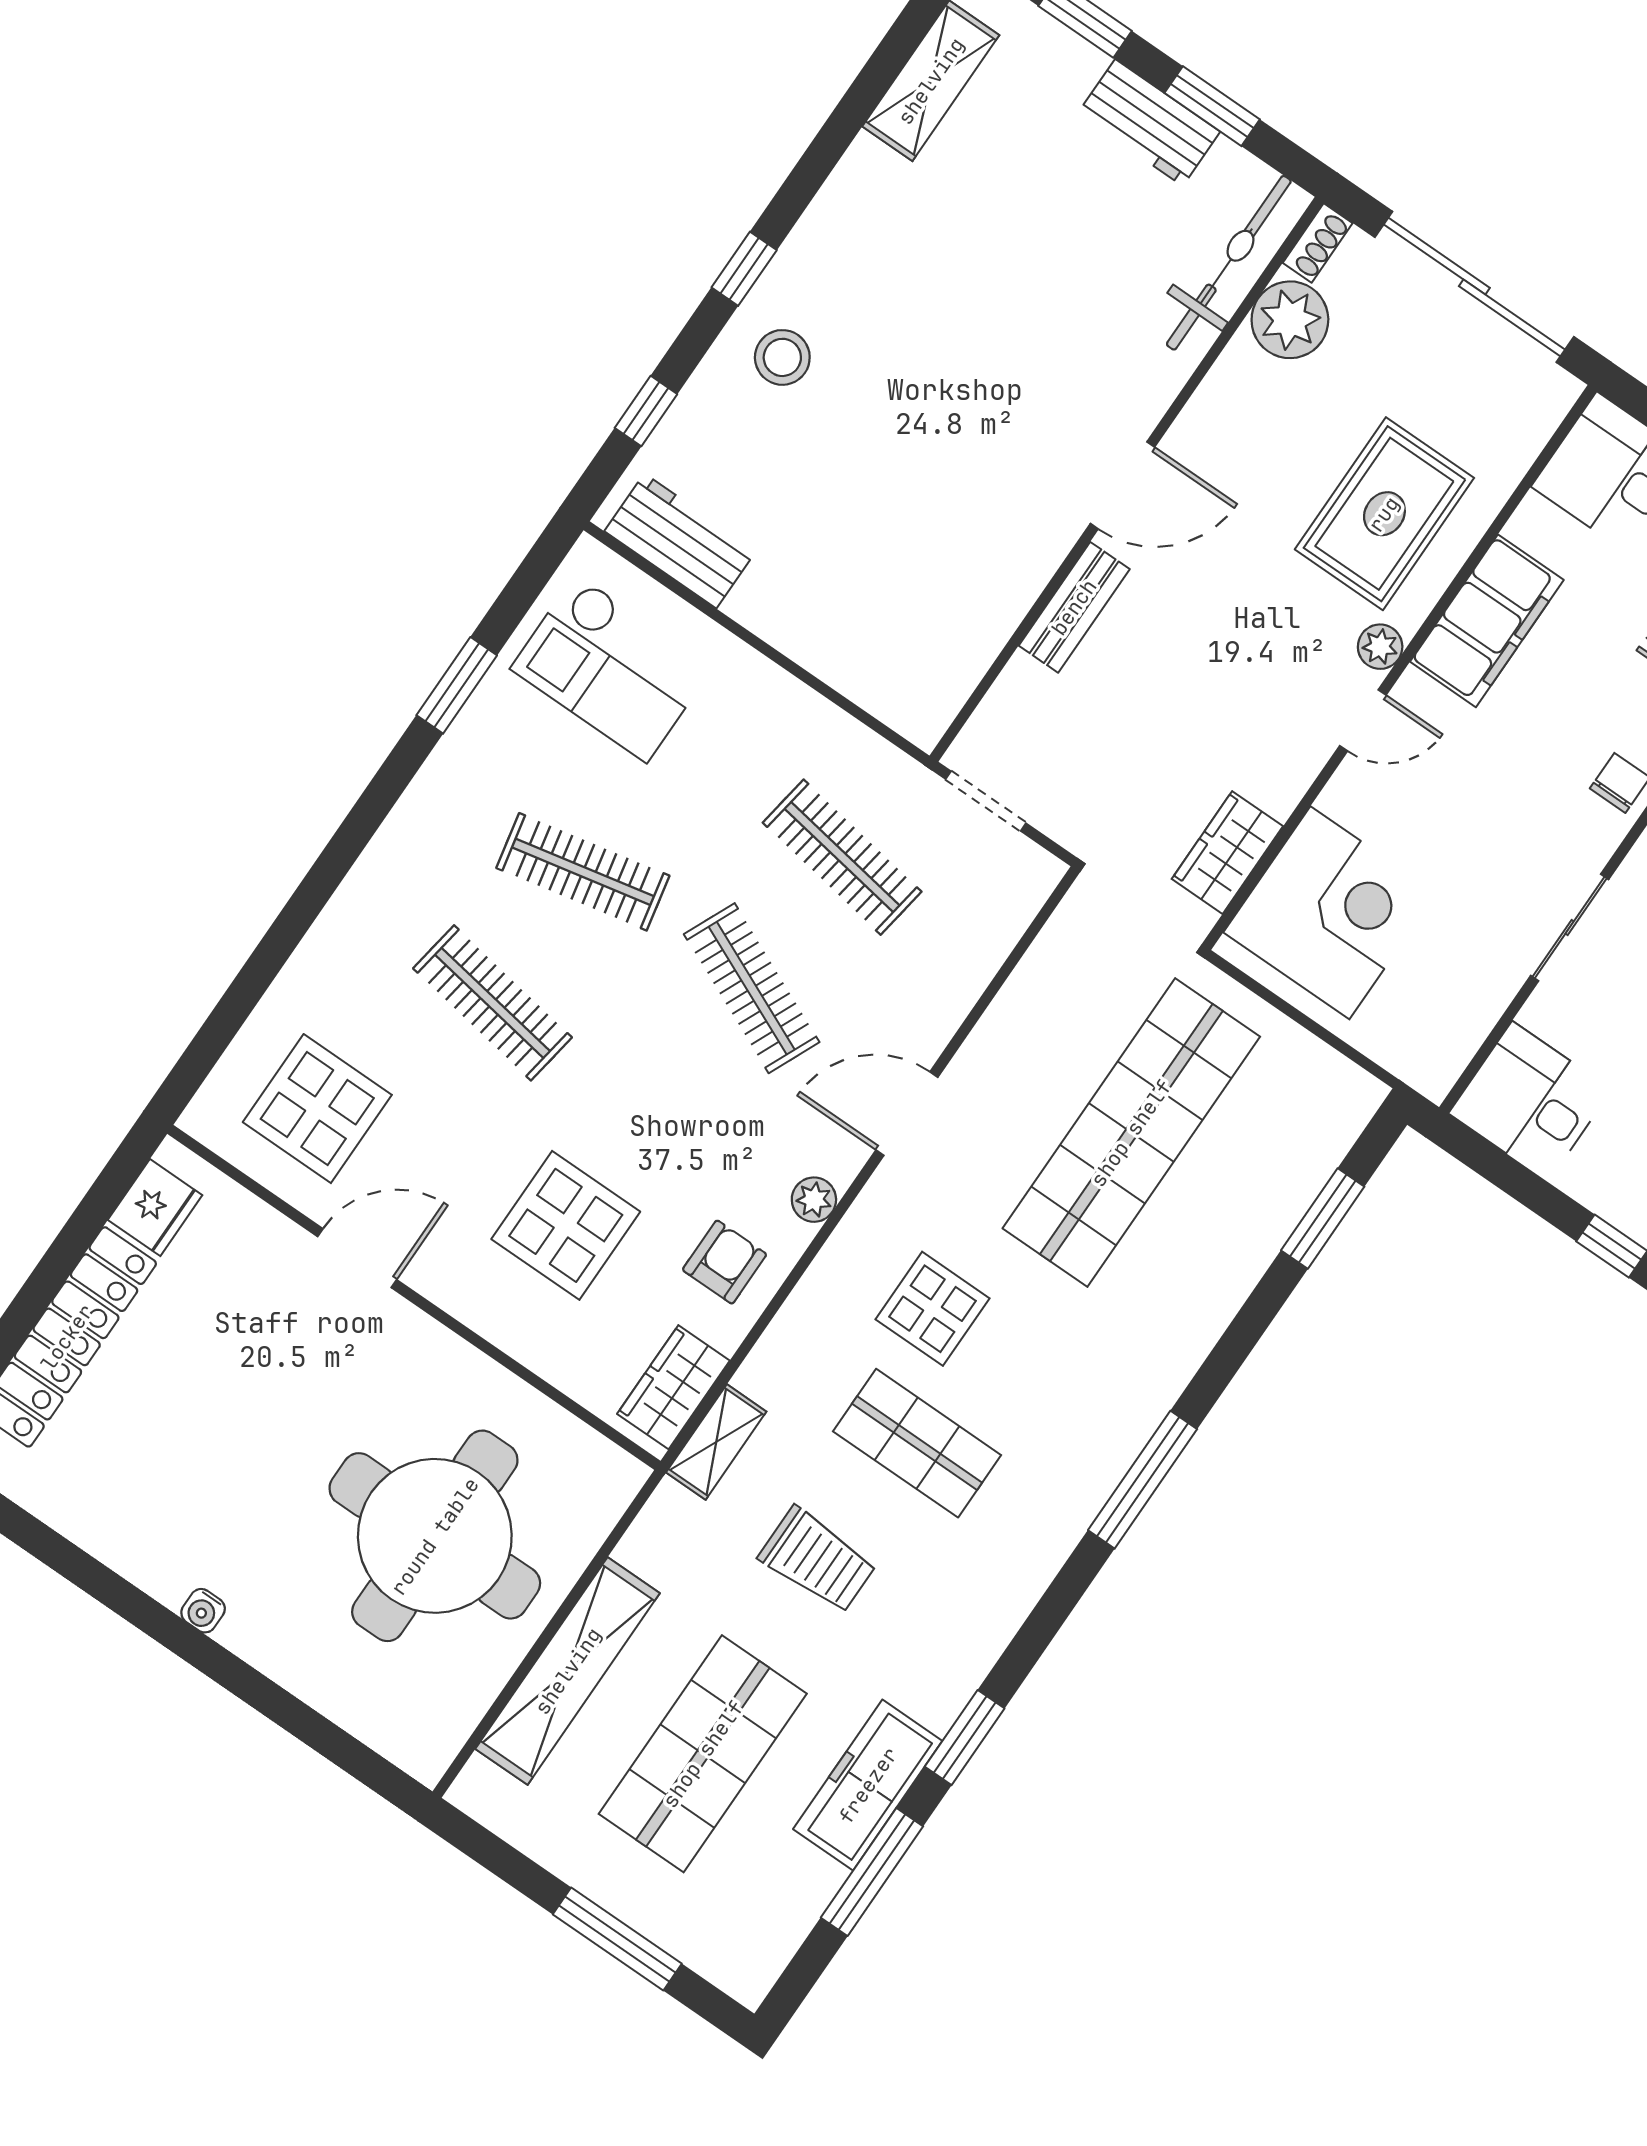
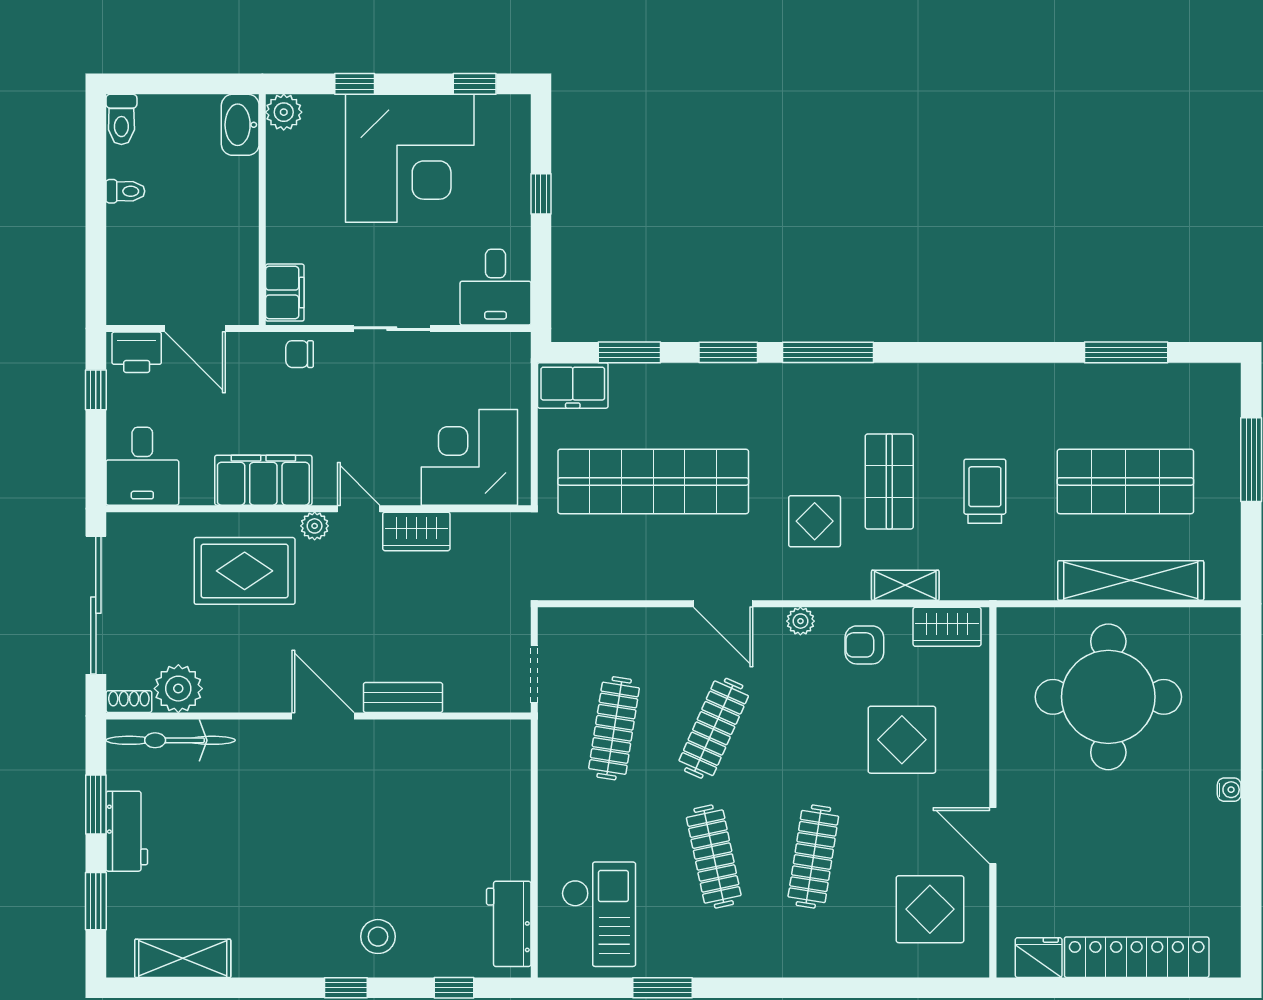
wardrobe: (1227, 853) -> (416, 531), moved
shelving: (716, 1442) -> (905, 585), moved
window: (965, 1738) -> (728, 352), moved
freezer: (868, 1785) -> (573, 385), moved, width x0.71

